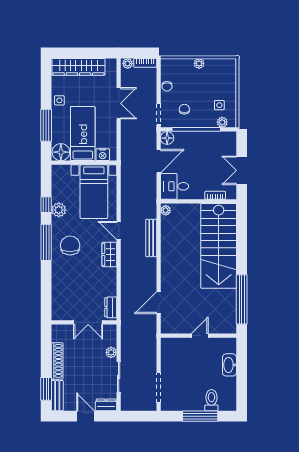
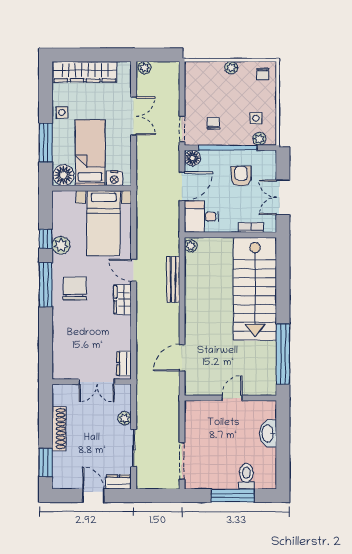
bookcase: (145, 63) -> (166, 67), removed
chair: (167, 86) -> (262, 74), moved
armchair: (207, 153) -> (241, 176), added
bench: (57, 396) -> (59, 471), removed

